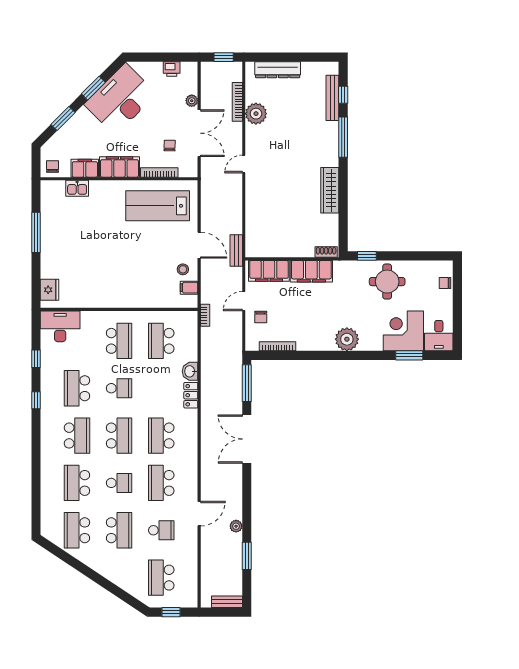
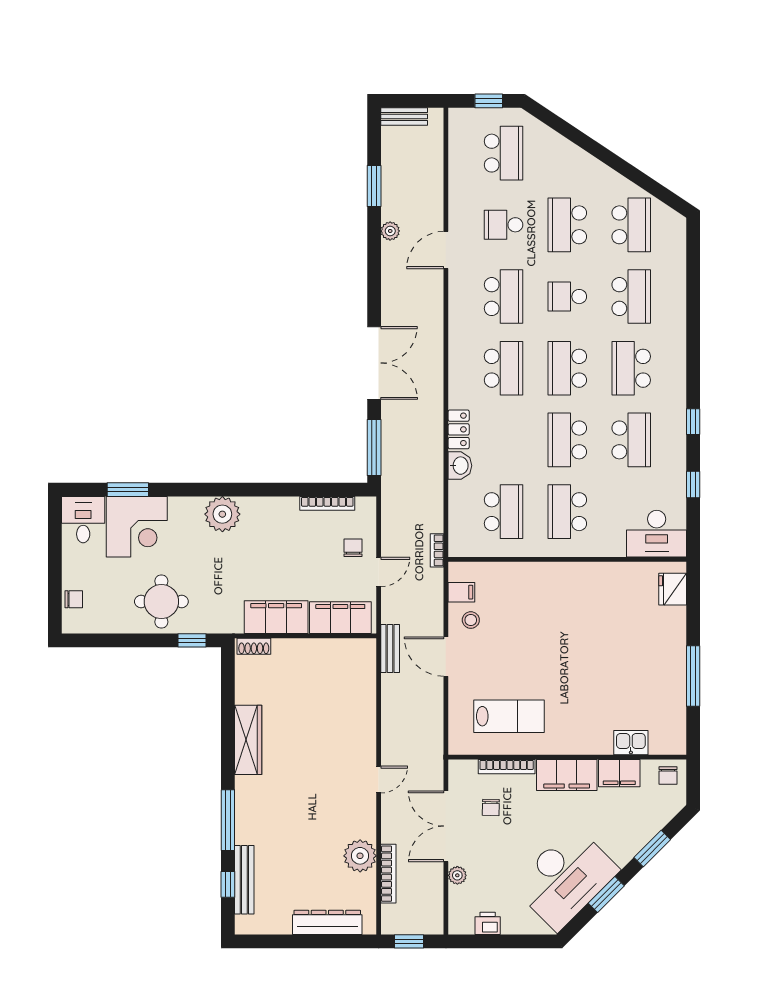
lab bench: (158, 206) -> (509, 716), width x0.73, depth x0.72
school desk: (119, 388) -> (567, 440), width x1.85

